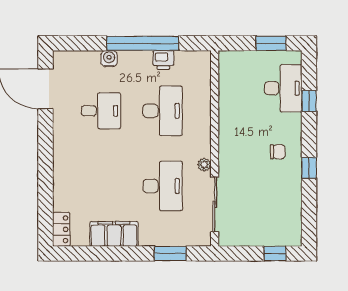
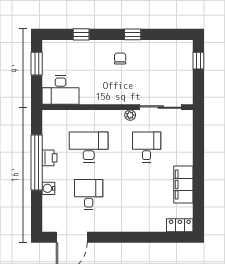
printer: (163, 60) -> (49, 158), moved
desk: (283, 88) -> (61, 90), moved, turned 180
desk: (163, 186) -> (147, 147), width x0.73
window: (170, 253) -> (198, 141), removed

